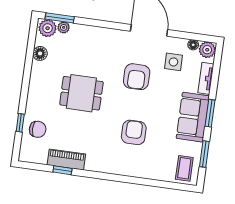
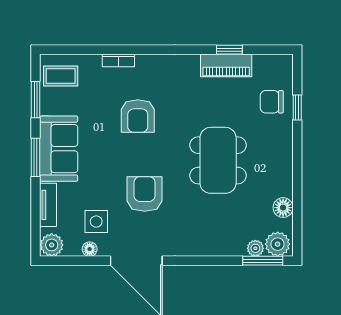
floor lamp: (193, 45) -> (90, 249), moved
dining table: (81, 93) -> (218, 160), width x1.38
coffee table: (184, 168) -> (61, 76), turned 90
bookcase: (142, 174) -> (118, 60), added

